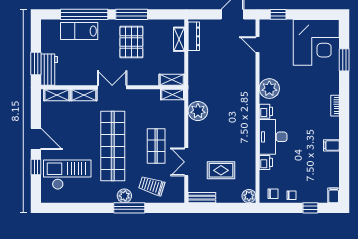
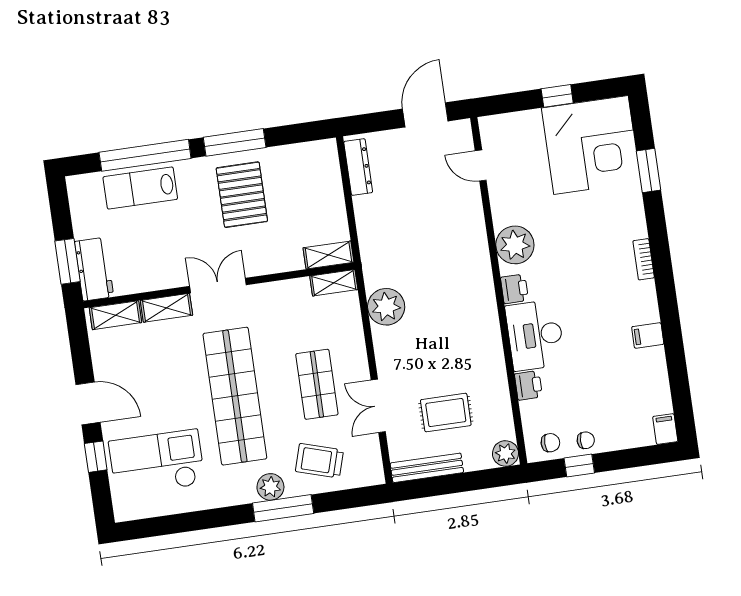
window: (278, 14) -> (557, 96), moved
shelving: (179, 39) -> (331, 176), removed
bench: (202, 198) -> (427, 468), width x1.36
window: (310, 208) -> (579, 466), moved

